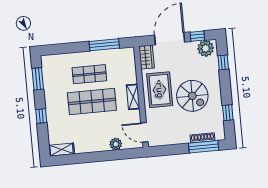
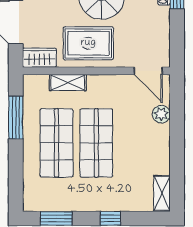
shop shelf: (89, 74) -> (56, 143), width x1.43, depth x1.36
shelving: (133, 97) -> (68, 83), moved
door: (144, 132) -> (148, 71), hinge flipped

